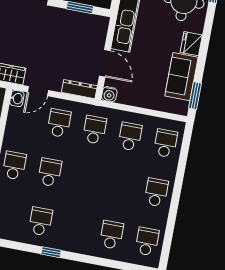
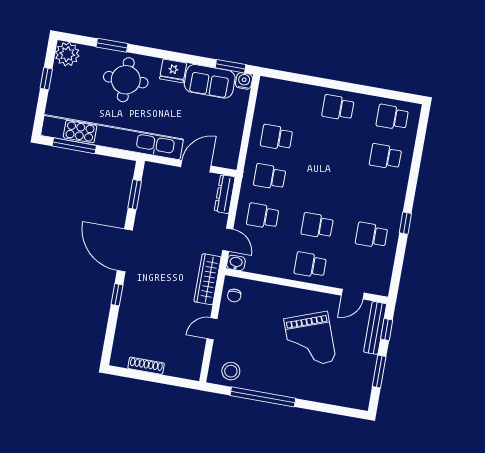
water cooler: (109, 94) -> (244, 81), moved, turned -90
school desk: (165, 143) -> (283, 98), removed

